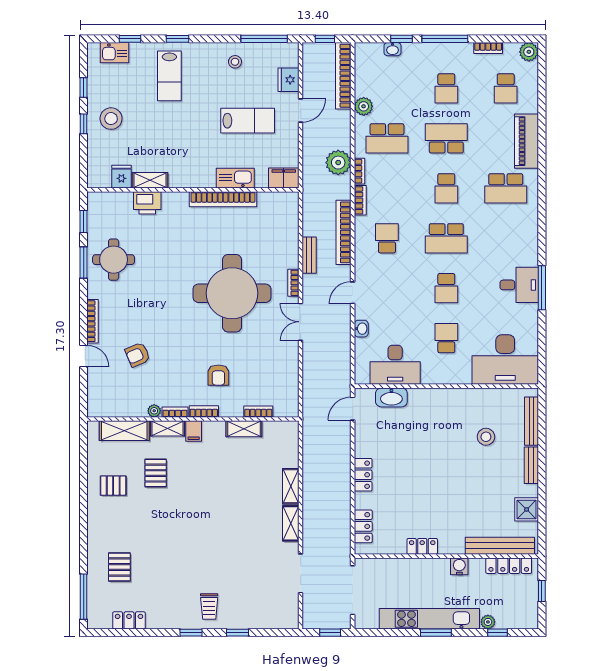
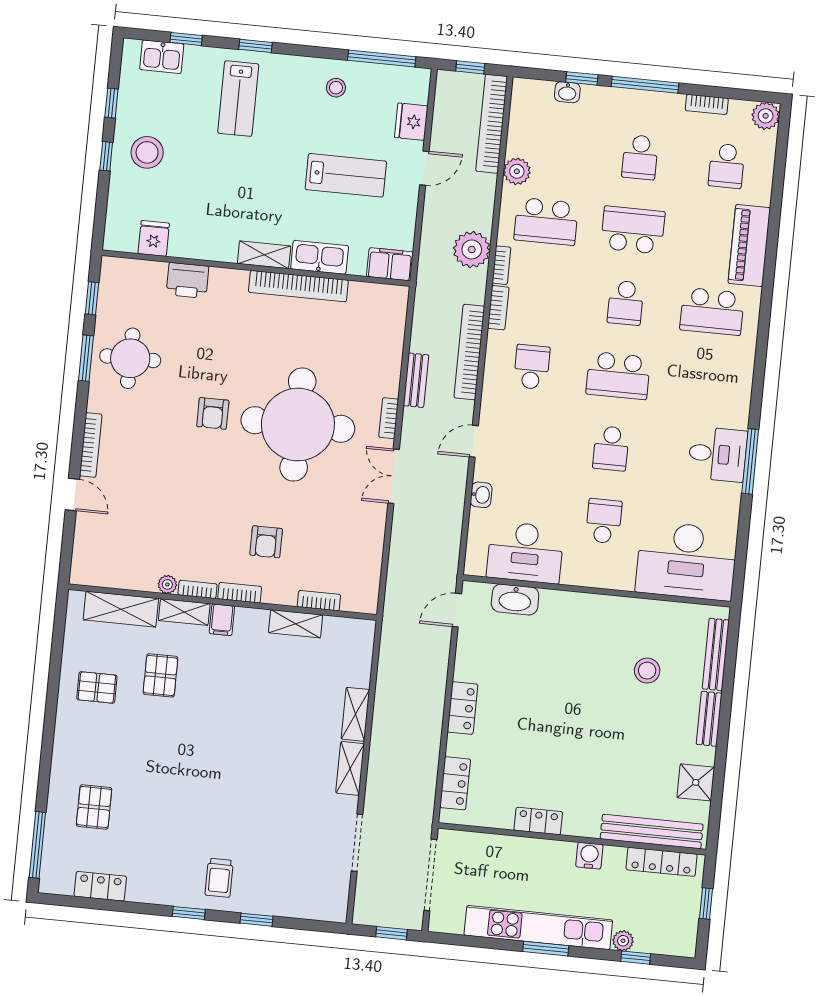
shelving: (150, 180) -> (264, 255), moved
armchair: (138, 355) -> (213, 413), moved, turned -67

